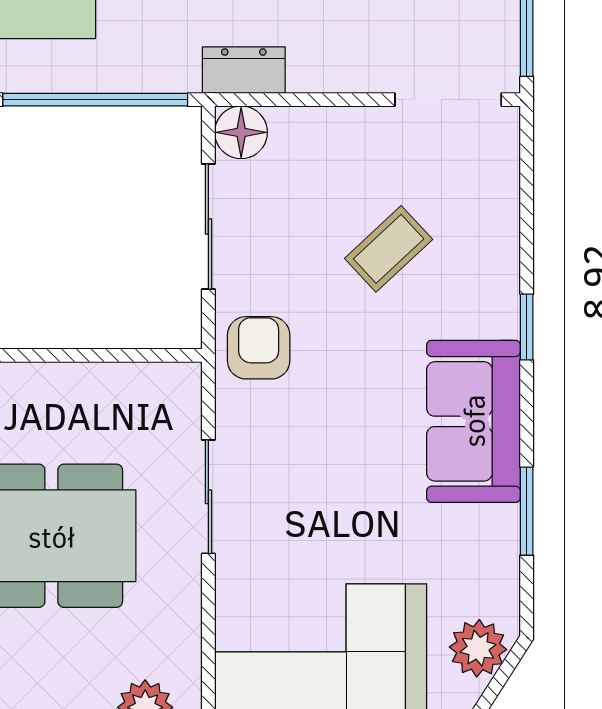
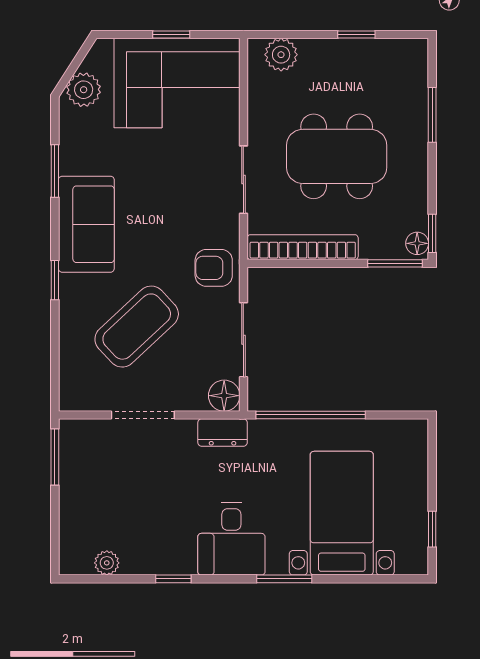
doorway: (448, 100) -> (143, 415), moved
coffee table: (389, 249) -> (137, 327), width x1.86, depth x1.72
armchair: (259, 348) -> (214, 268), turned 90
bookcase: (109, 383) -> (303, 247), added

